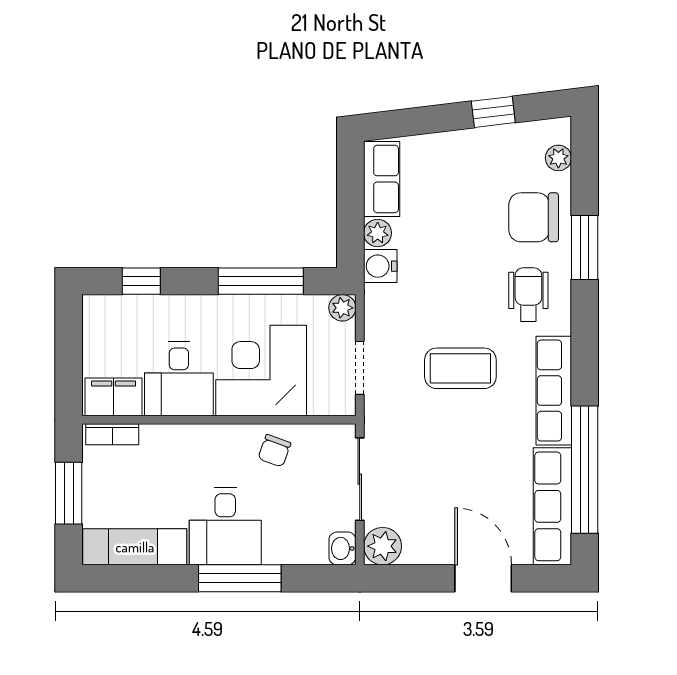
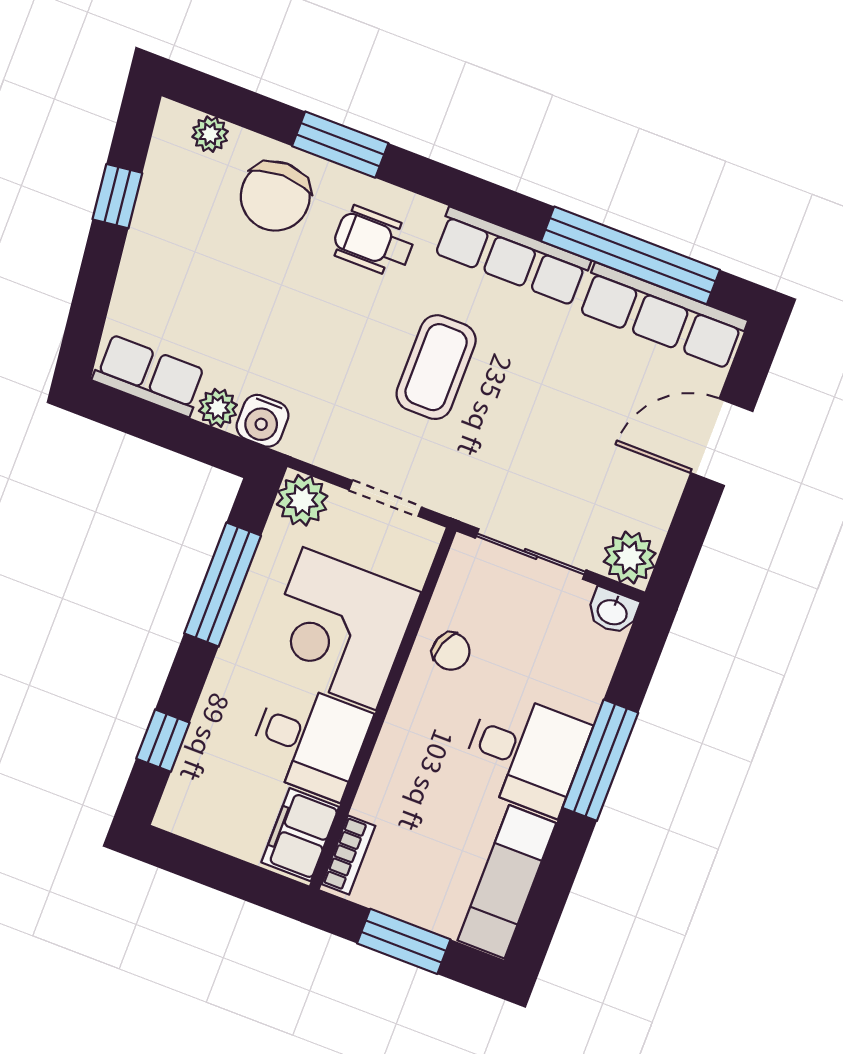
plant: (342, 308) -> (302, 500), width x1.38, depth x1.38

